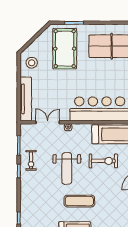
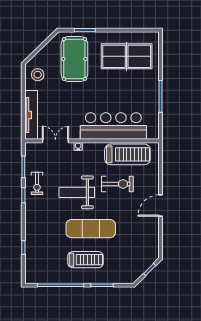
weight bench: (67, 168) -> (77, 192), turned 90
exercise mat: (79, 201) -> (91, 229), width x1.36, depth x1.45

